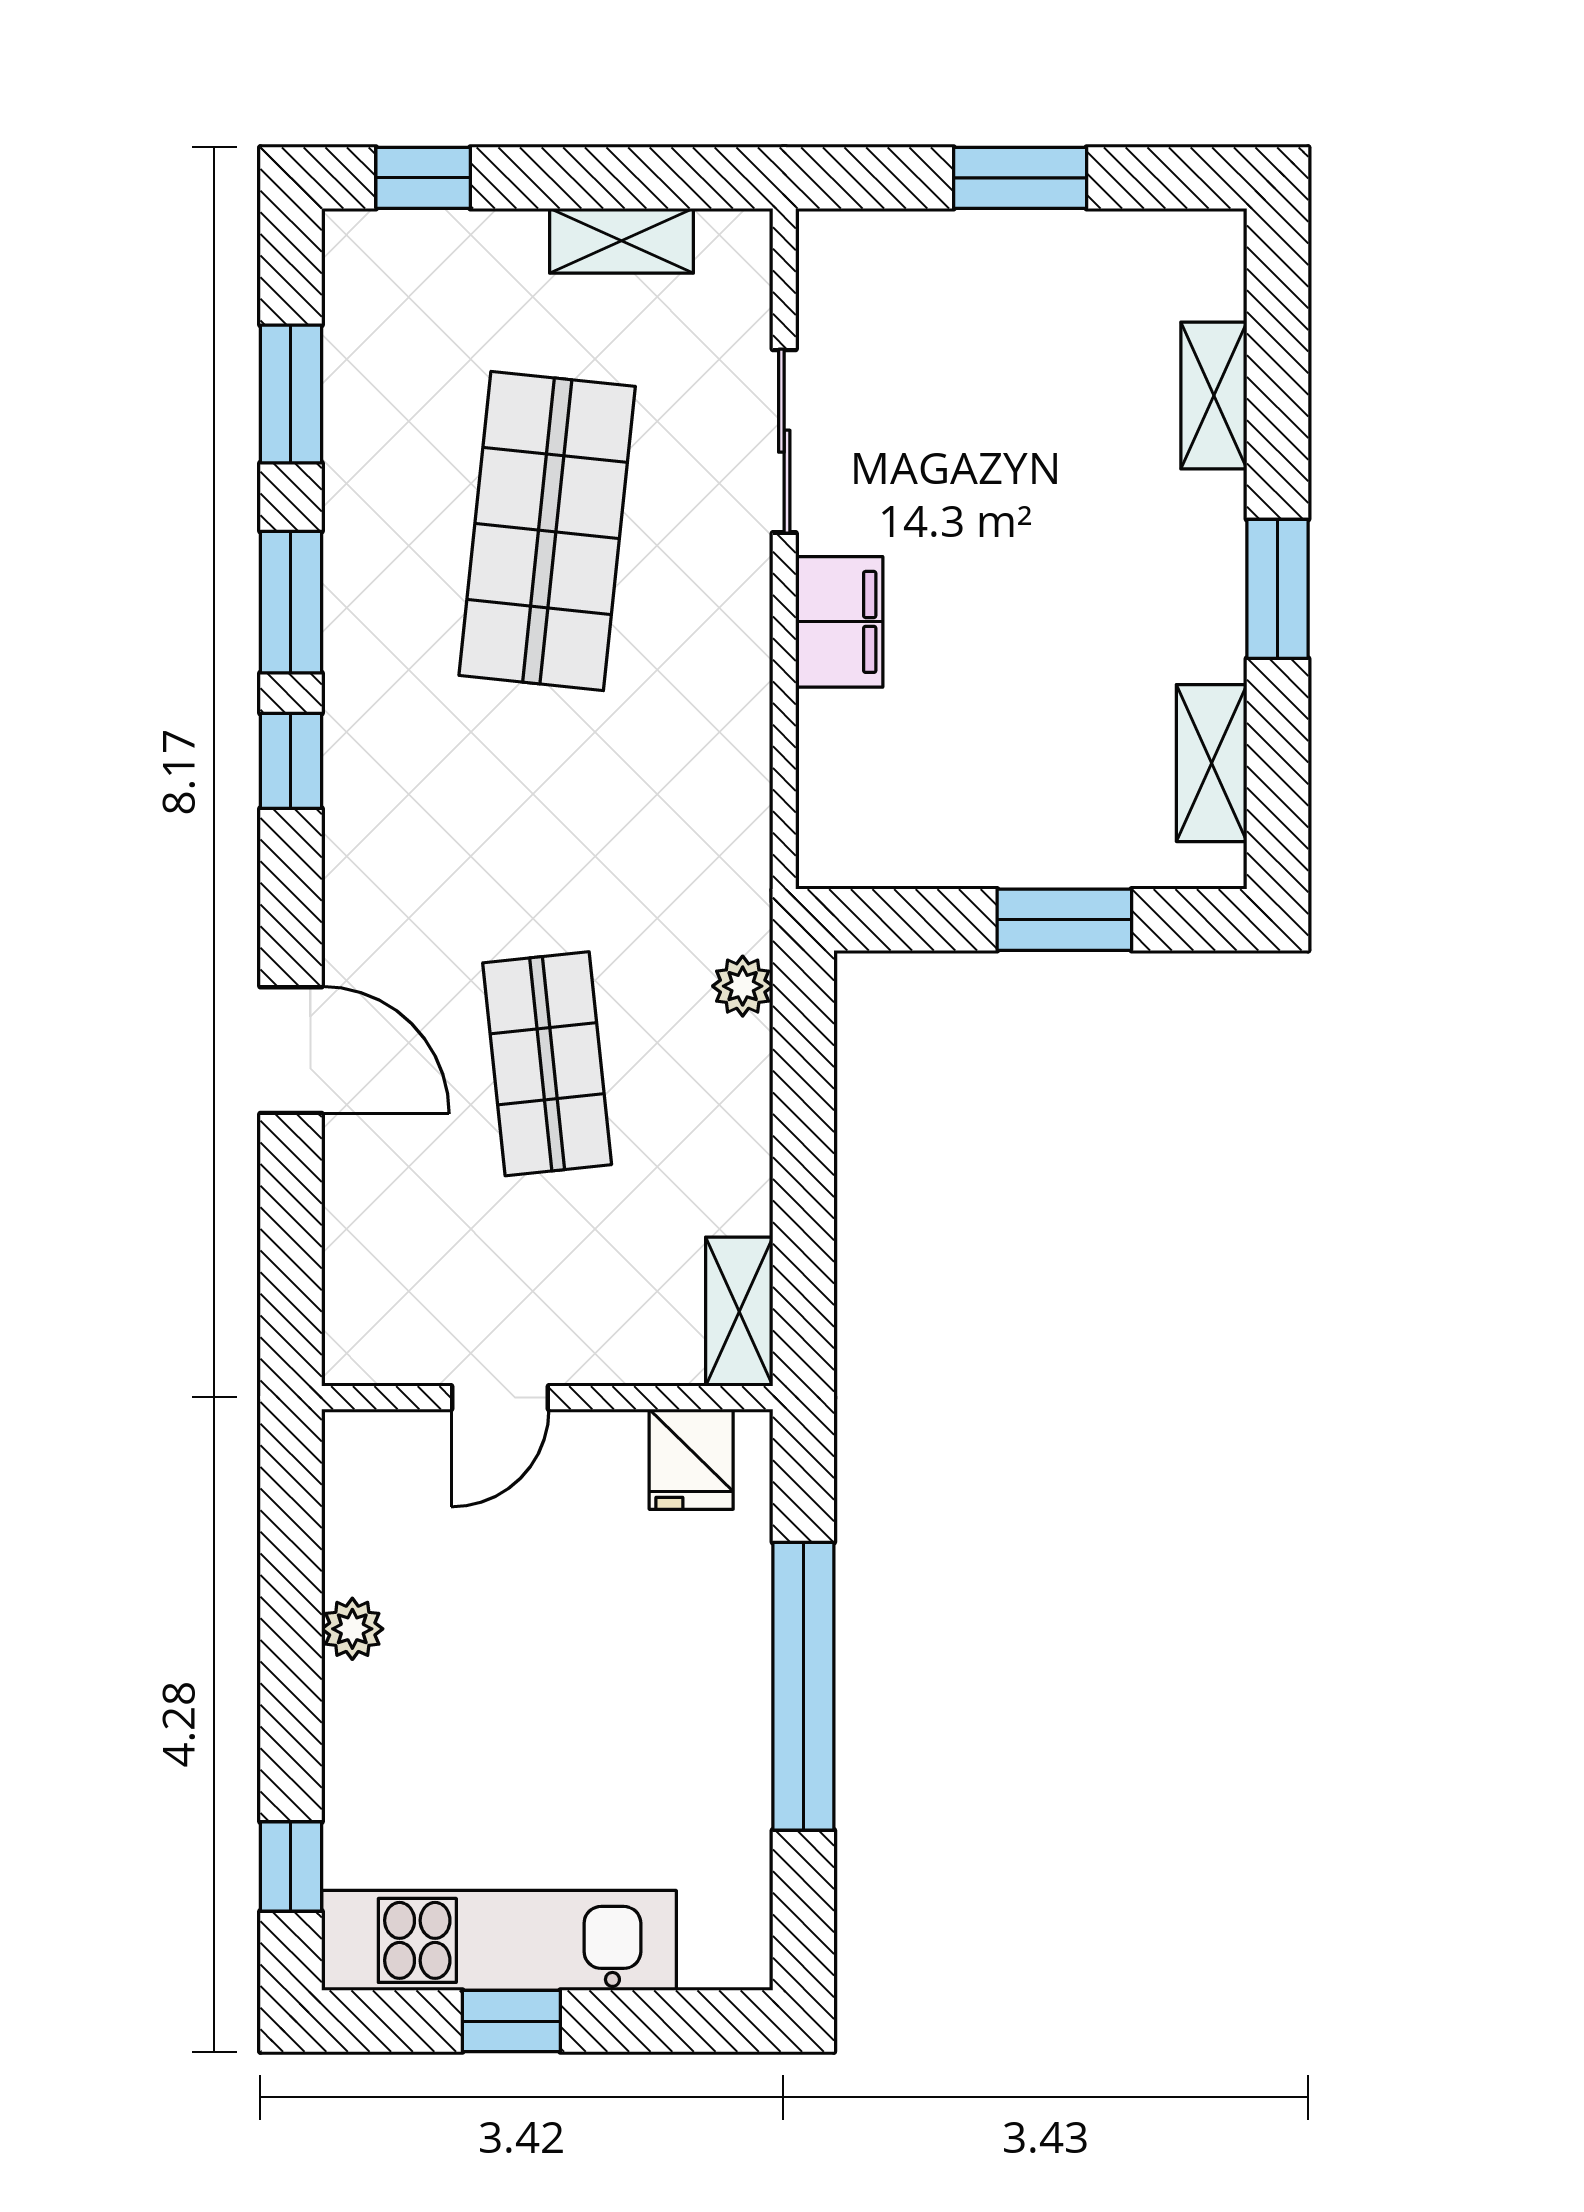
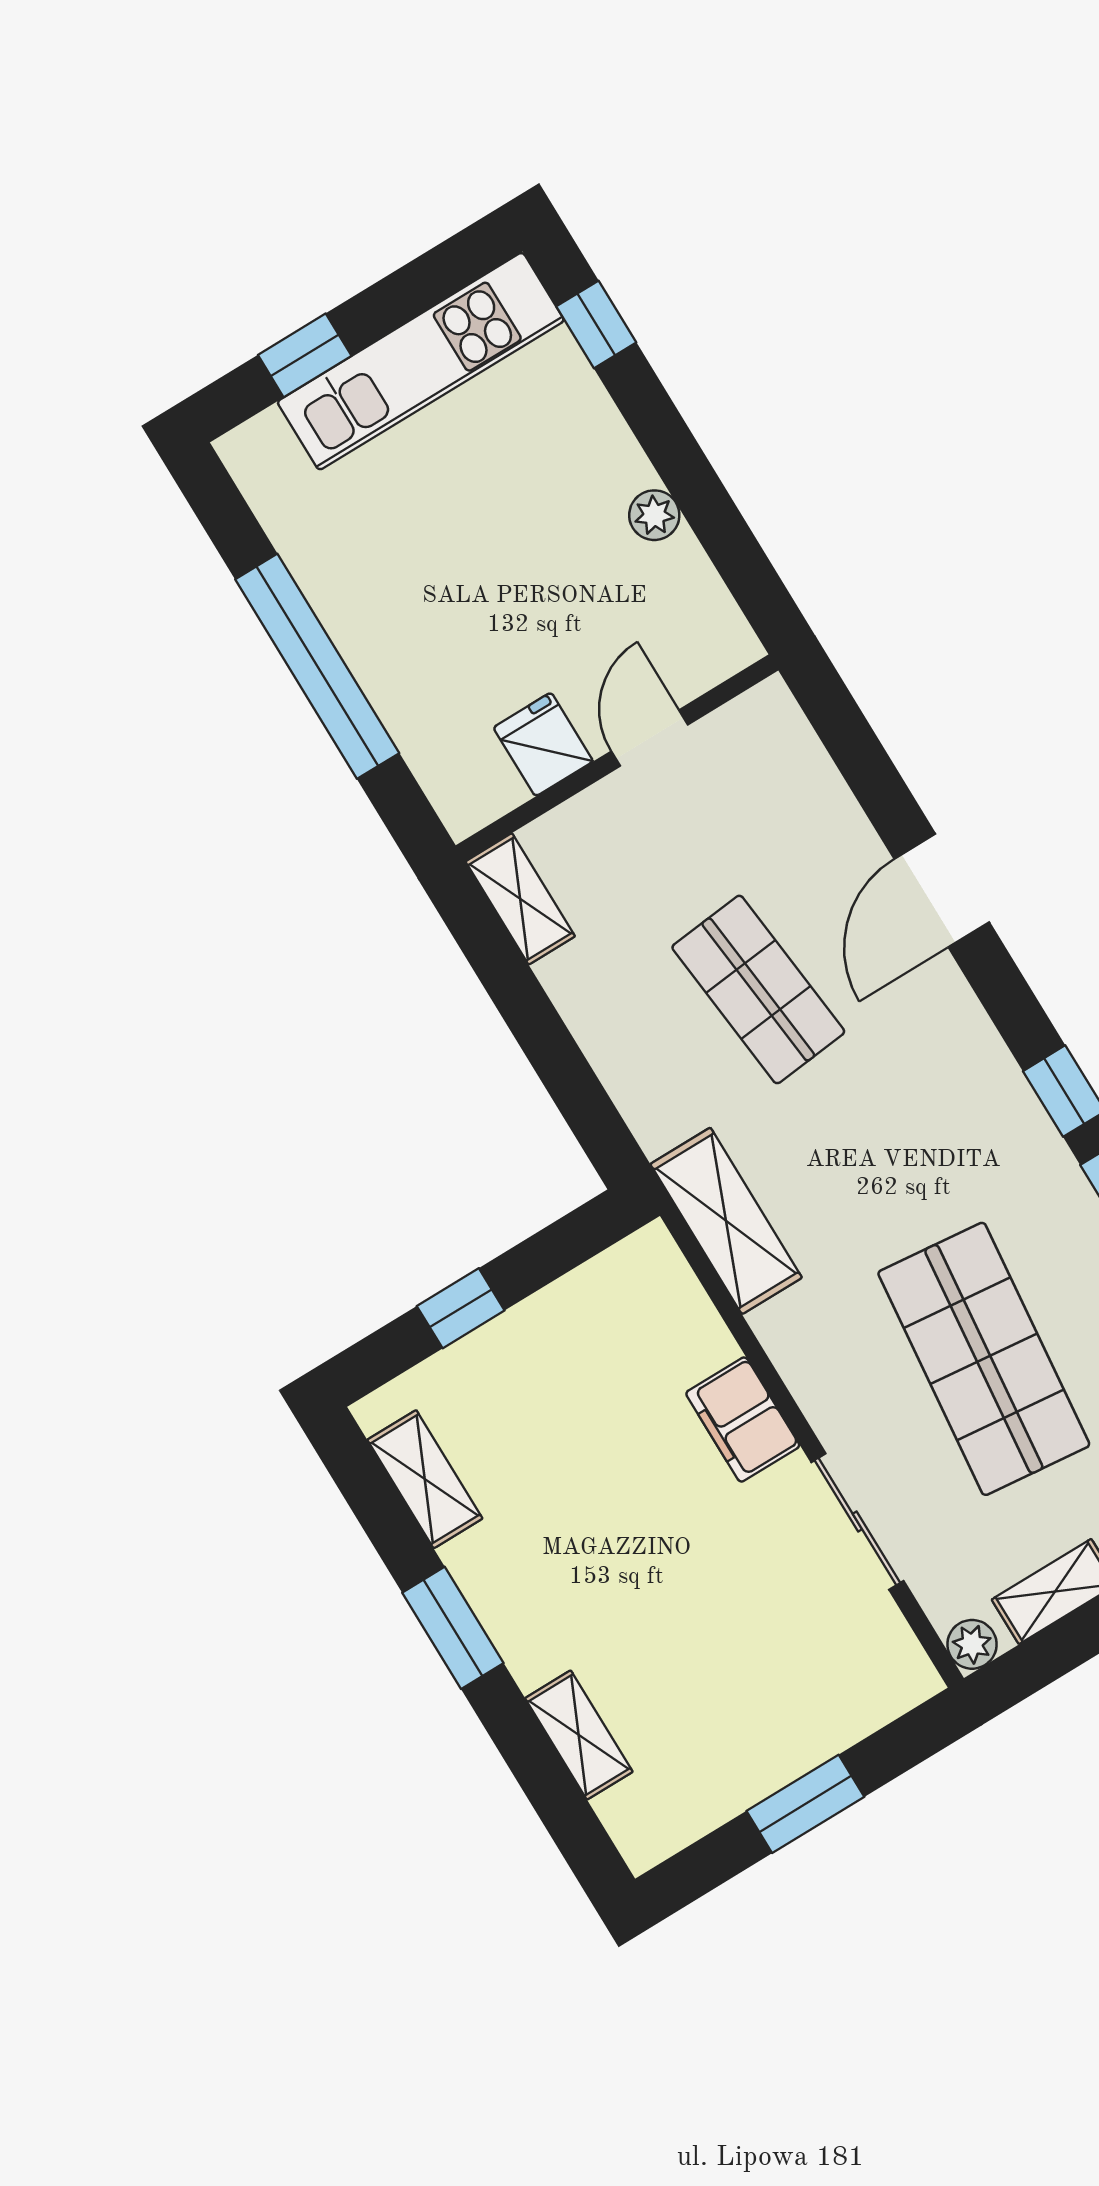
shelving: (729, 841) -> (726, 1221), added
window: (1064, 920) -> (461, 1308), width x0.67
plant: (743, 986) -> (972, 1644), moved
door: (291, 1050) -> (942, 891), hinge flipped
fridge: (691, 1459) -> (543, 744), moved
window: (511, 2021) -> (305, 355), moved

